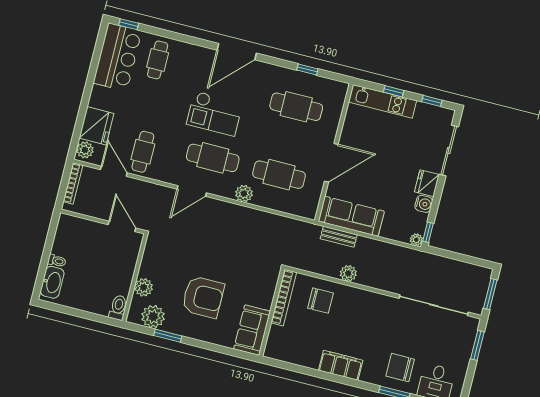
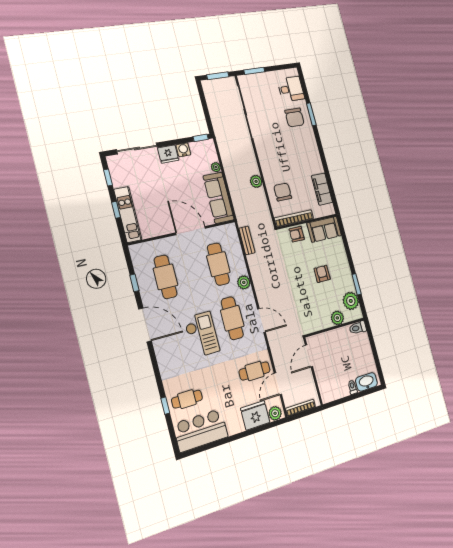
window: (129, 24) -> (165, 406), moved
door: (237, 52) -> (145, 325), moved
bench: (339, 237) -> (247, 240), moved
plant: (416, 240) -> (216, 167), moved
armchair: (264, 291) -> (297, 234), added
armchair: (203, 297) -> (322, 274), width x0.53, depth x0.53
filing cabinet: (341, 365) -> (322, 189), moved

